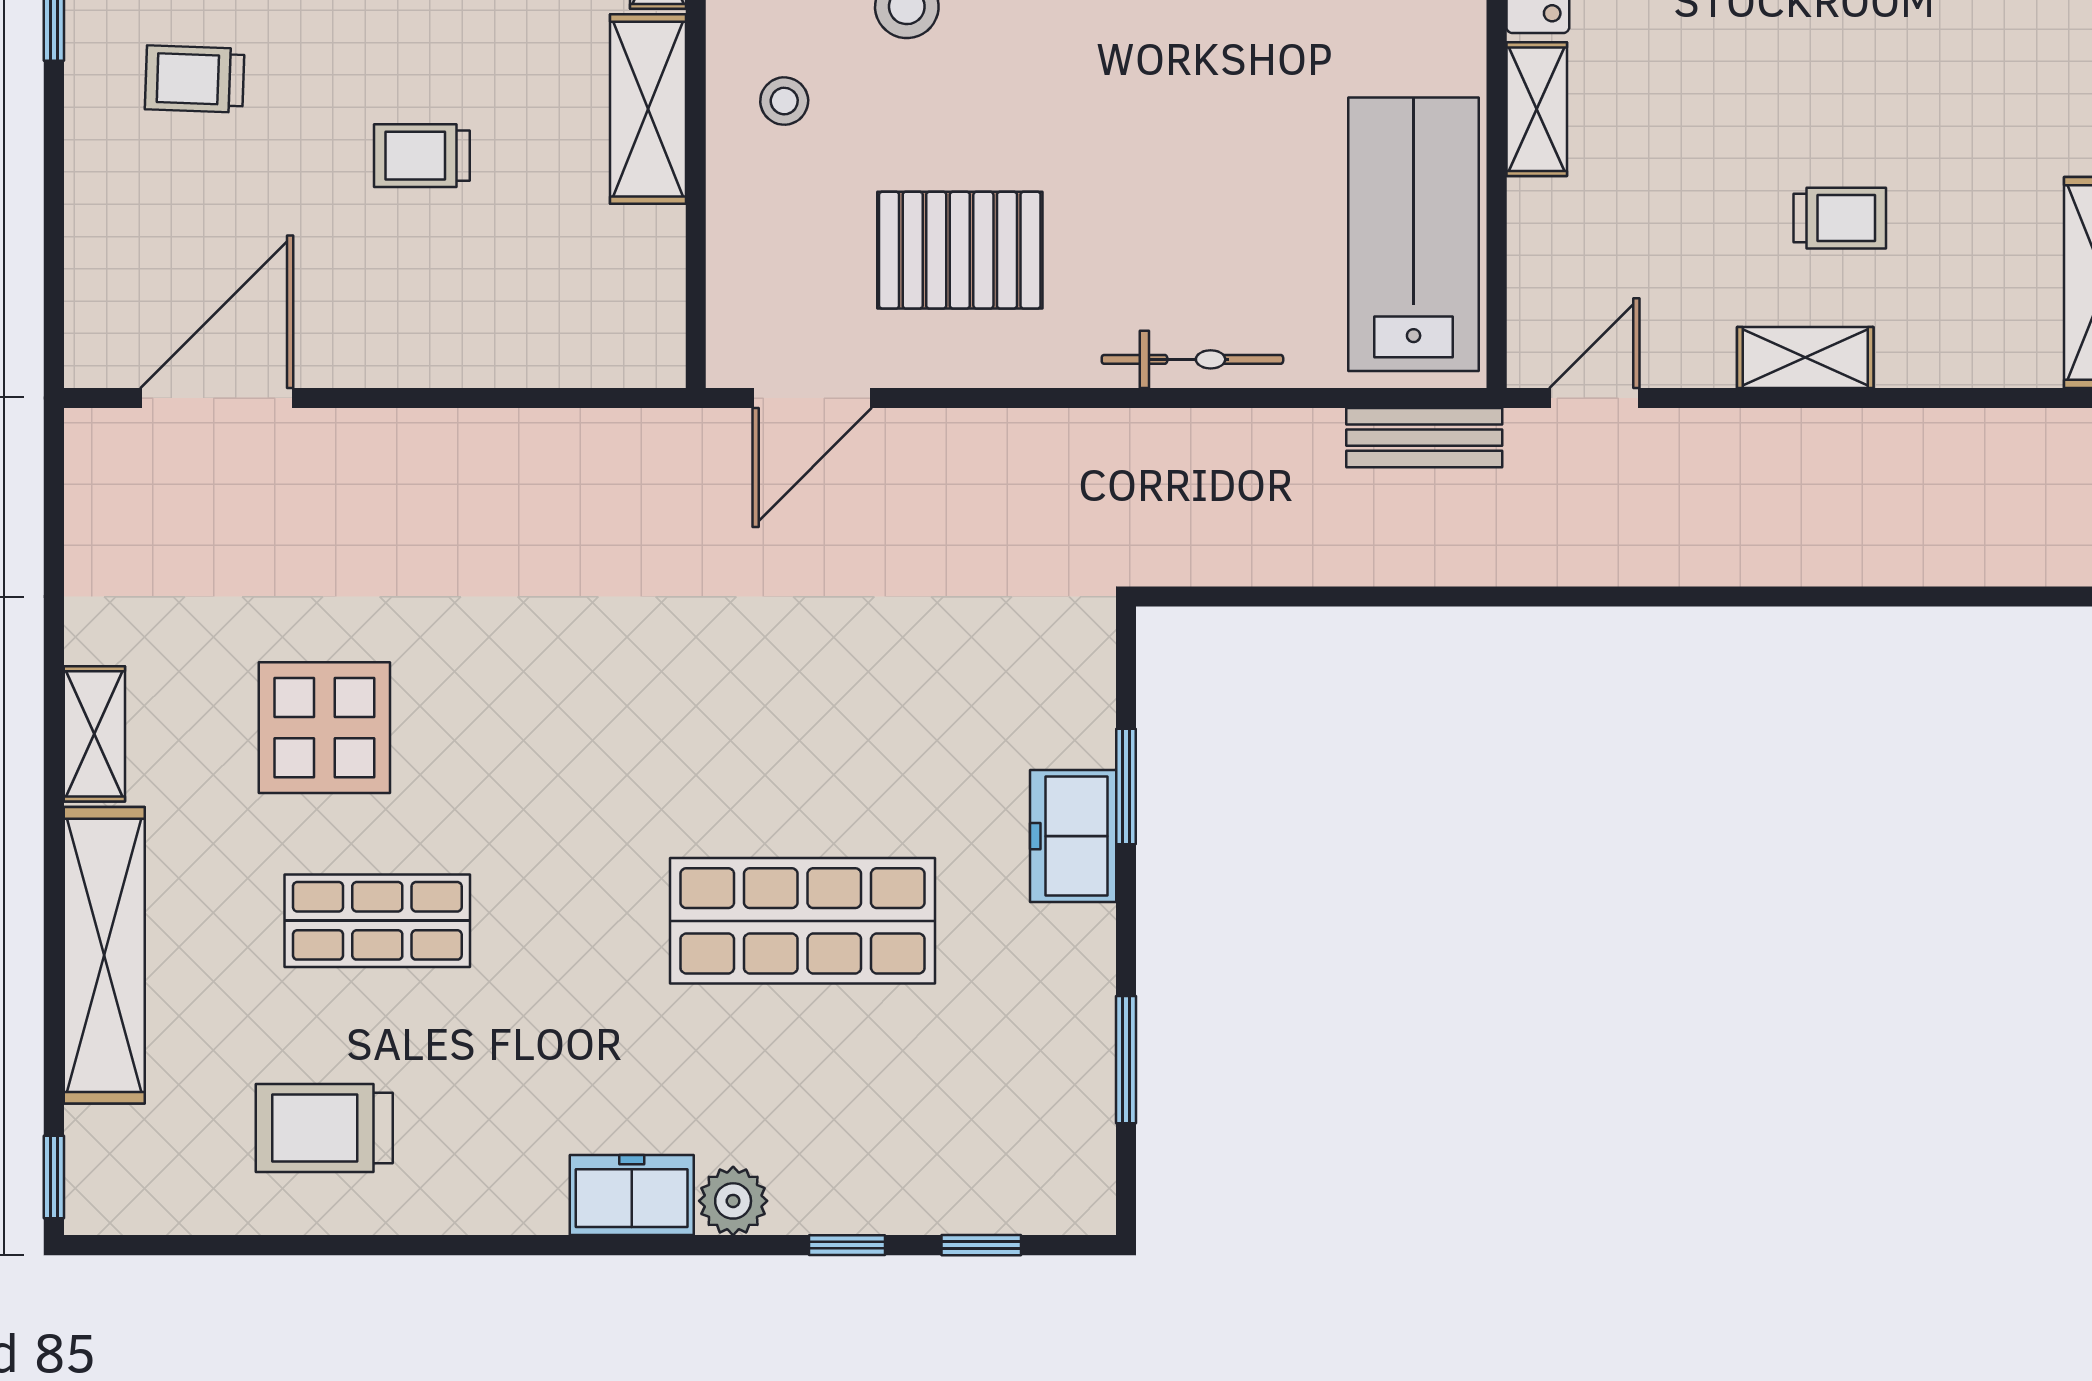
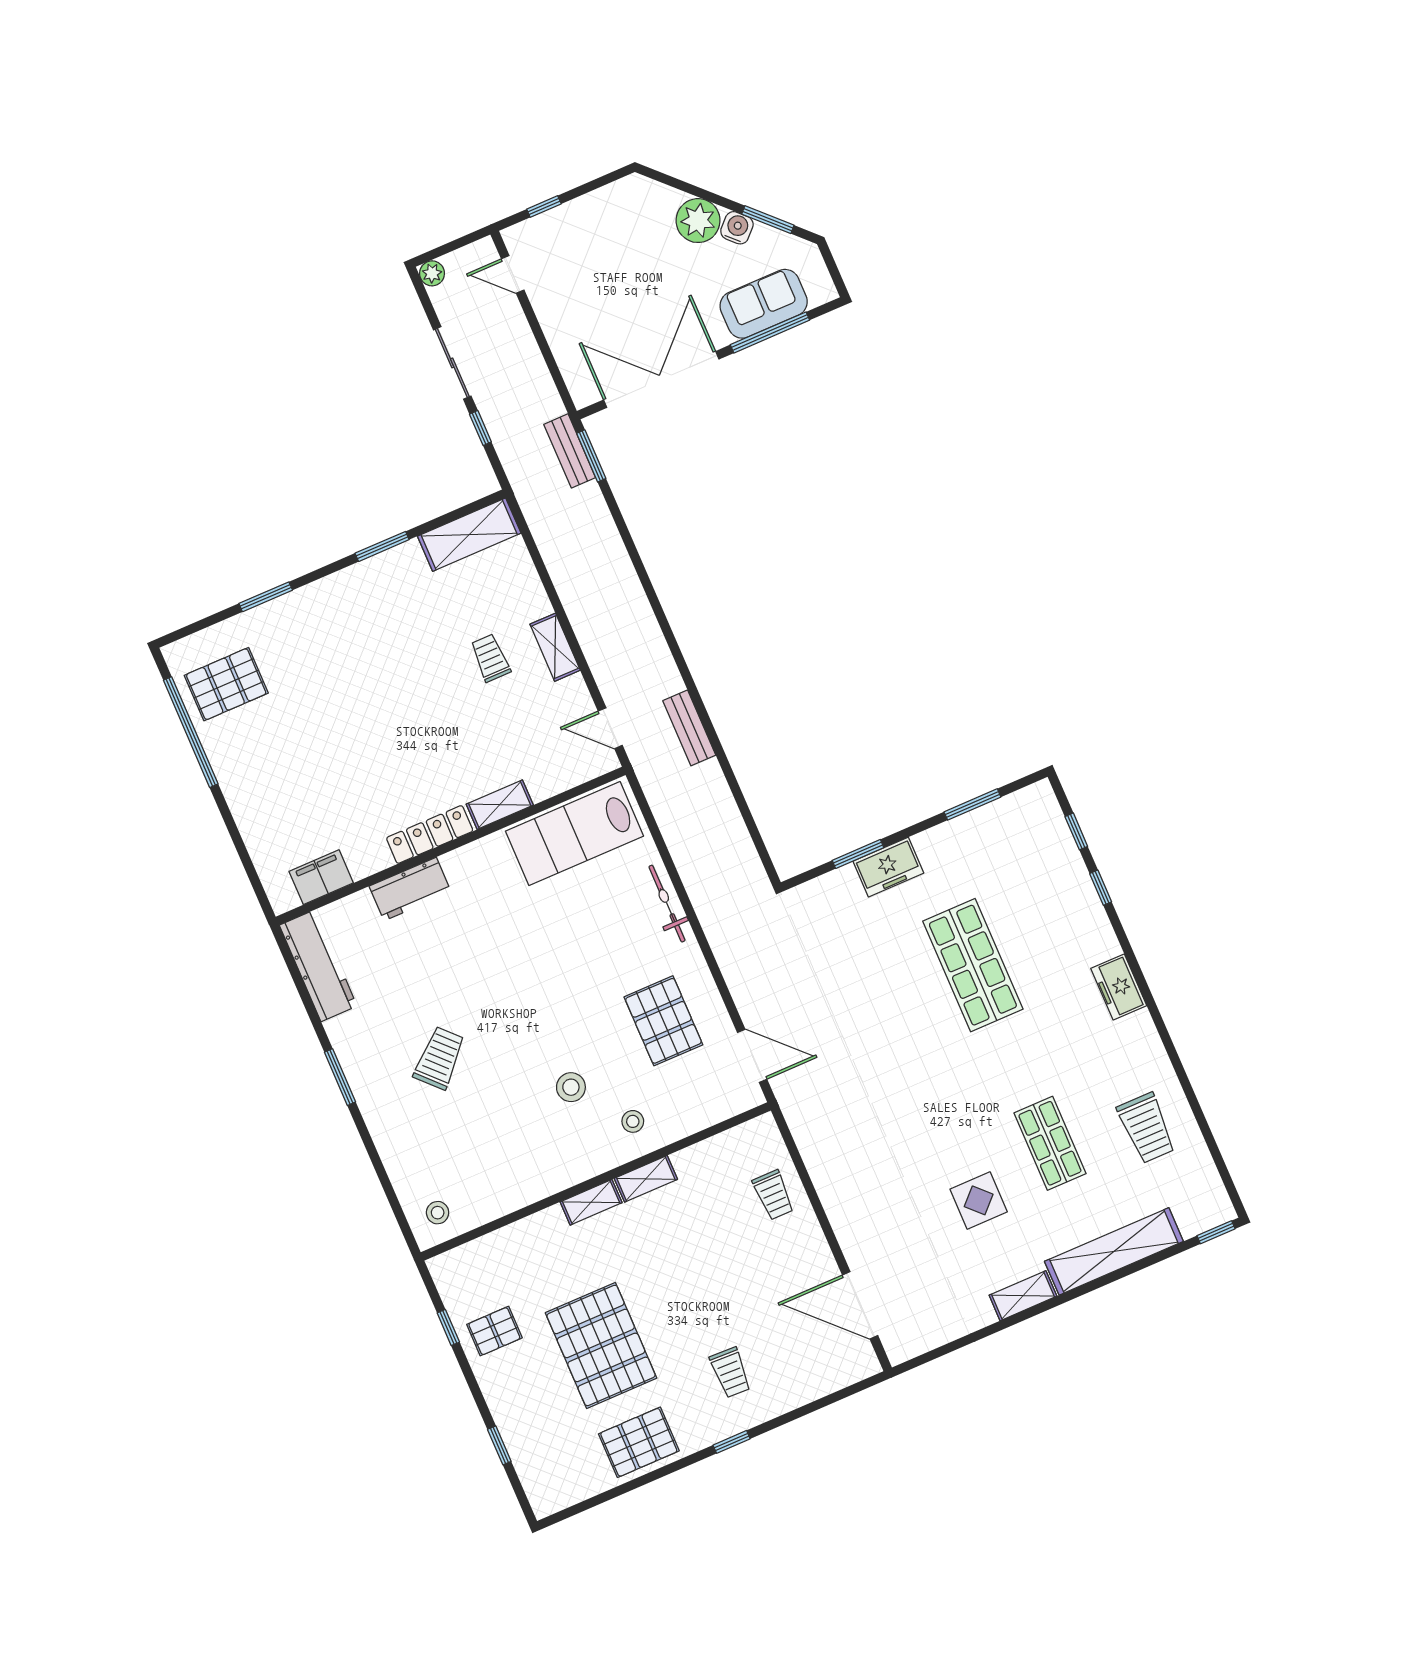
shelving: (648, 109) -> (646, 1179), width x0.67, depth x0.75
trolley: (422, 156) -> (773, 1195), moved
bench: (1424, 438) -> (689, 728), moved
display table: (324, 728) -> (979, 1200), width x0.73, depth x0.73
plant: (733, 1201) -> (1103, 943), removed

